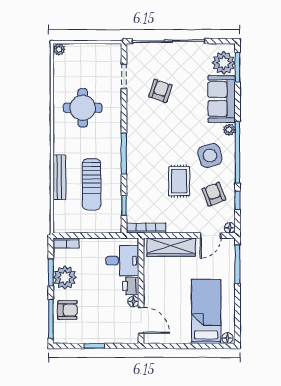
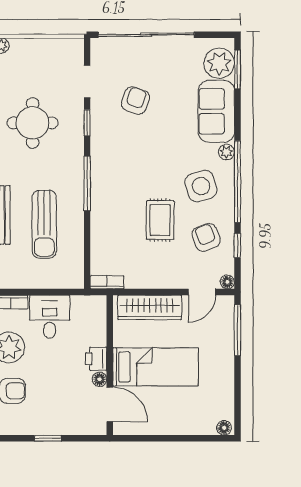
window: (124, 206) -> (87, 123), moved
bookcase: (146, 228) -> (107, 282), width x0.64
desk: (122, 261) -> (50, 317), moved, turned -90
bed: (206, 311) -> (156, 367), moved, turned 90

